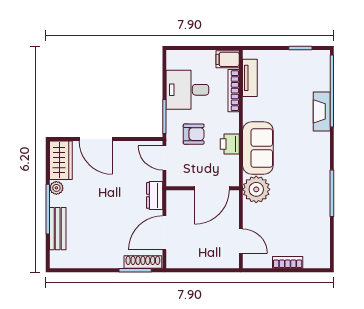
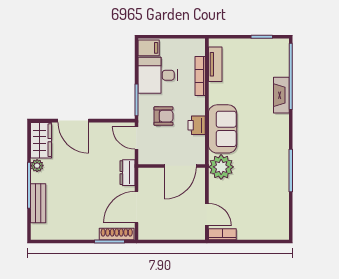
filing cabinet: (228, 59) -> (149, 48), moved, turned 180
bookcase: (288, 262) -> (222, 234), moved

